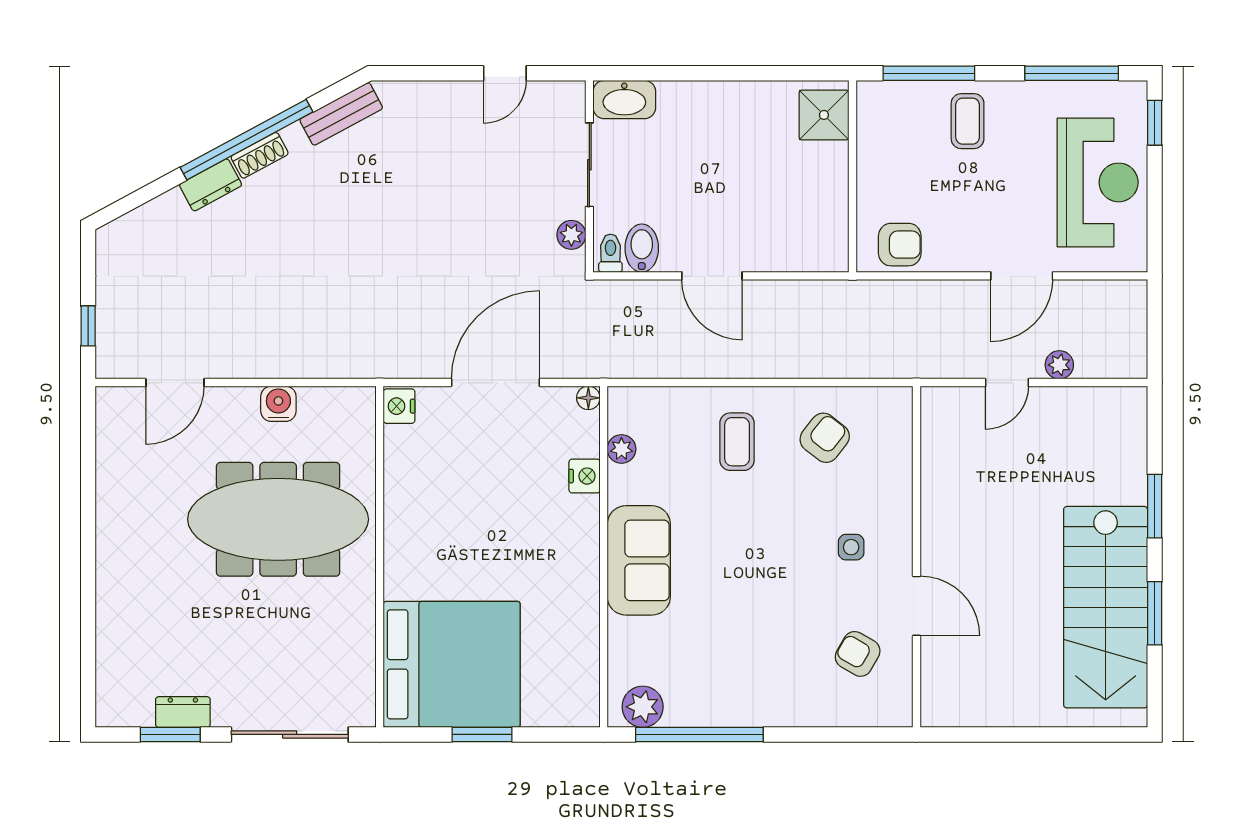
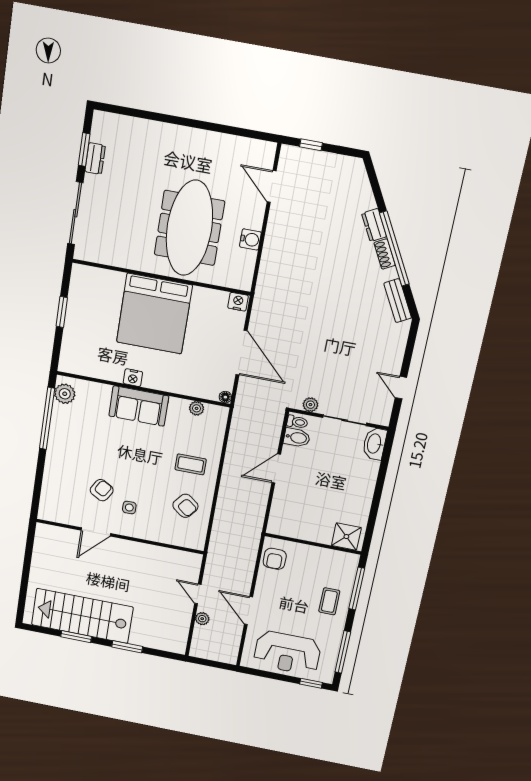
coffee table: (968, 121) -> (329, 601), turned 90
nightstand: (585, 476) -> (133, 378), moved
armchair: (858, 654) -> (102, 490), moved
bed: (452, 664) -> (154, 314), moved

